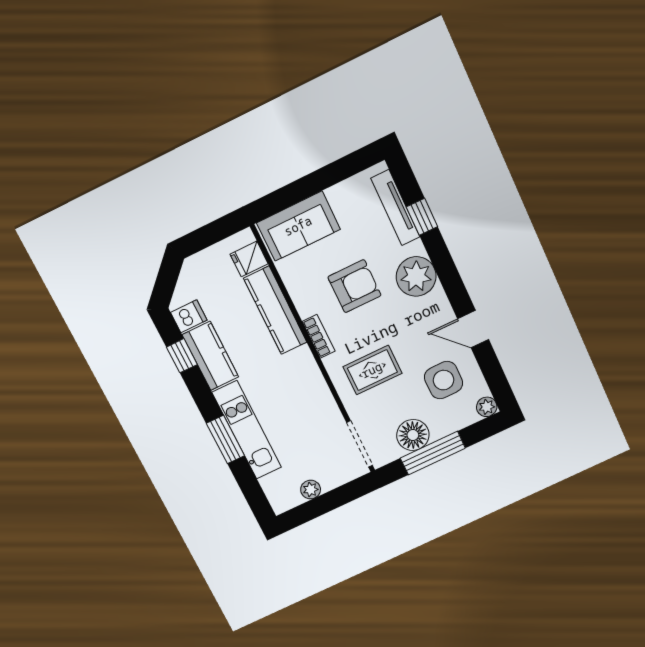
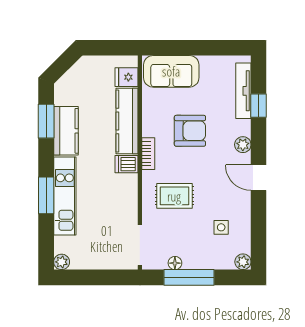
plant: (416, 276) -> (243, 145), width x0.53, depth x0.53
dishwasher: (189, 316) -> (127, 164), moved, turned 180
door: (473, 329) -> (259, 178), moved
window: (182, 356) -> (46, 121), width x1.50
side table: (444, 380) -> (221, 227), width x0.54, depth x0.54
floor lamp: (413, 435) -> (175, 263), width x0.53, depth x0.53
plant: (311, 490) -> (62, 262), moved

